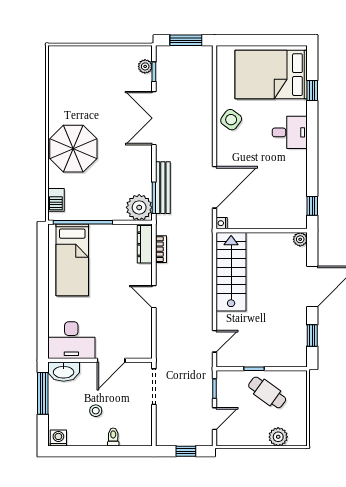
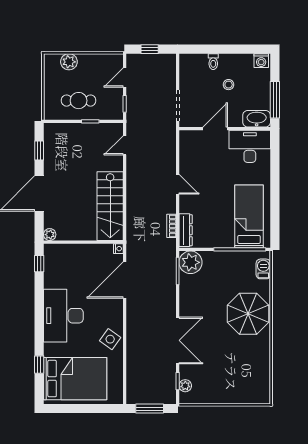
desk: (290, 132) -> (63, 316), width x1.87, depth x1.30
bench: (163, 188) -> (170, 280), removed
cafe table: (267, 392) -> (79, 101), turned -36

